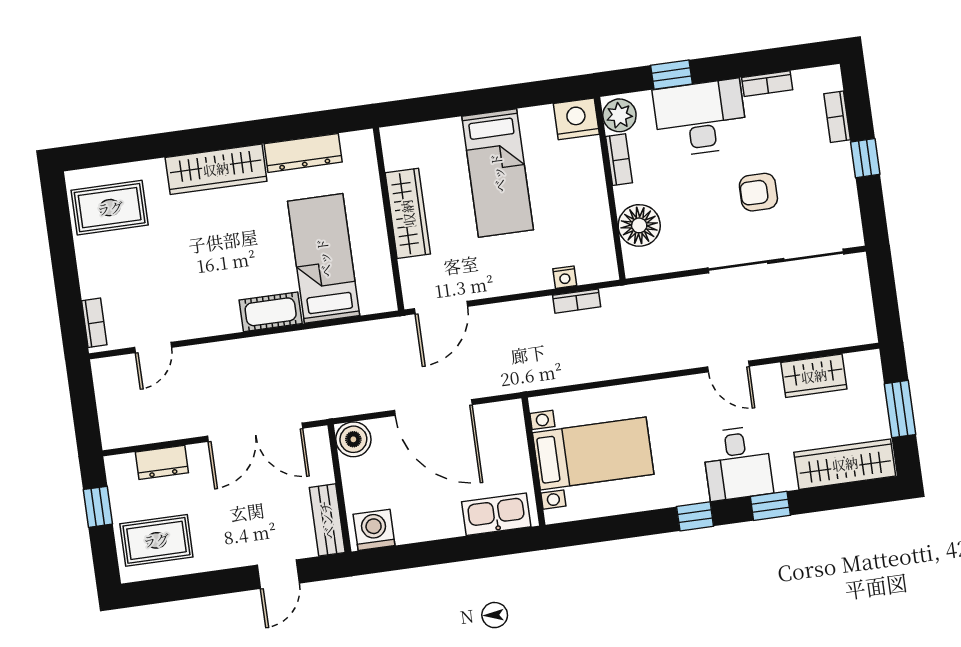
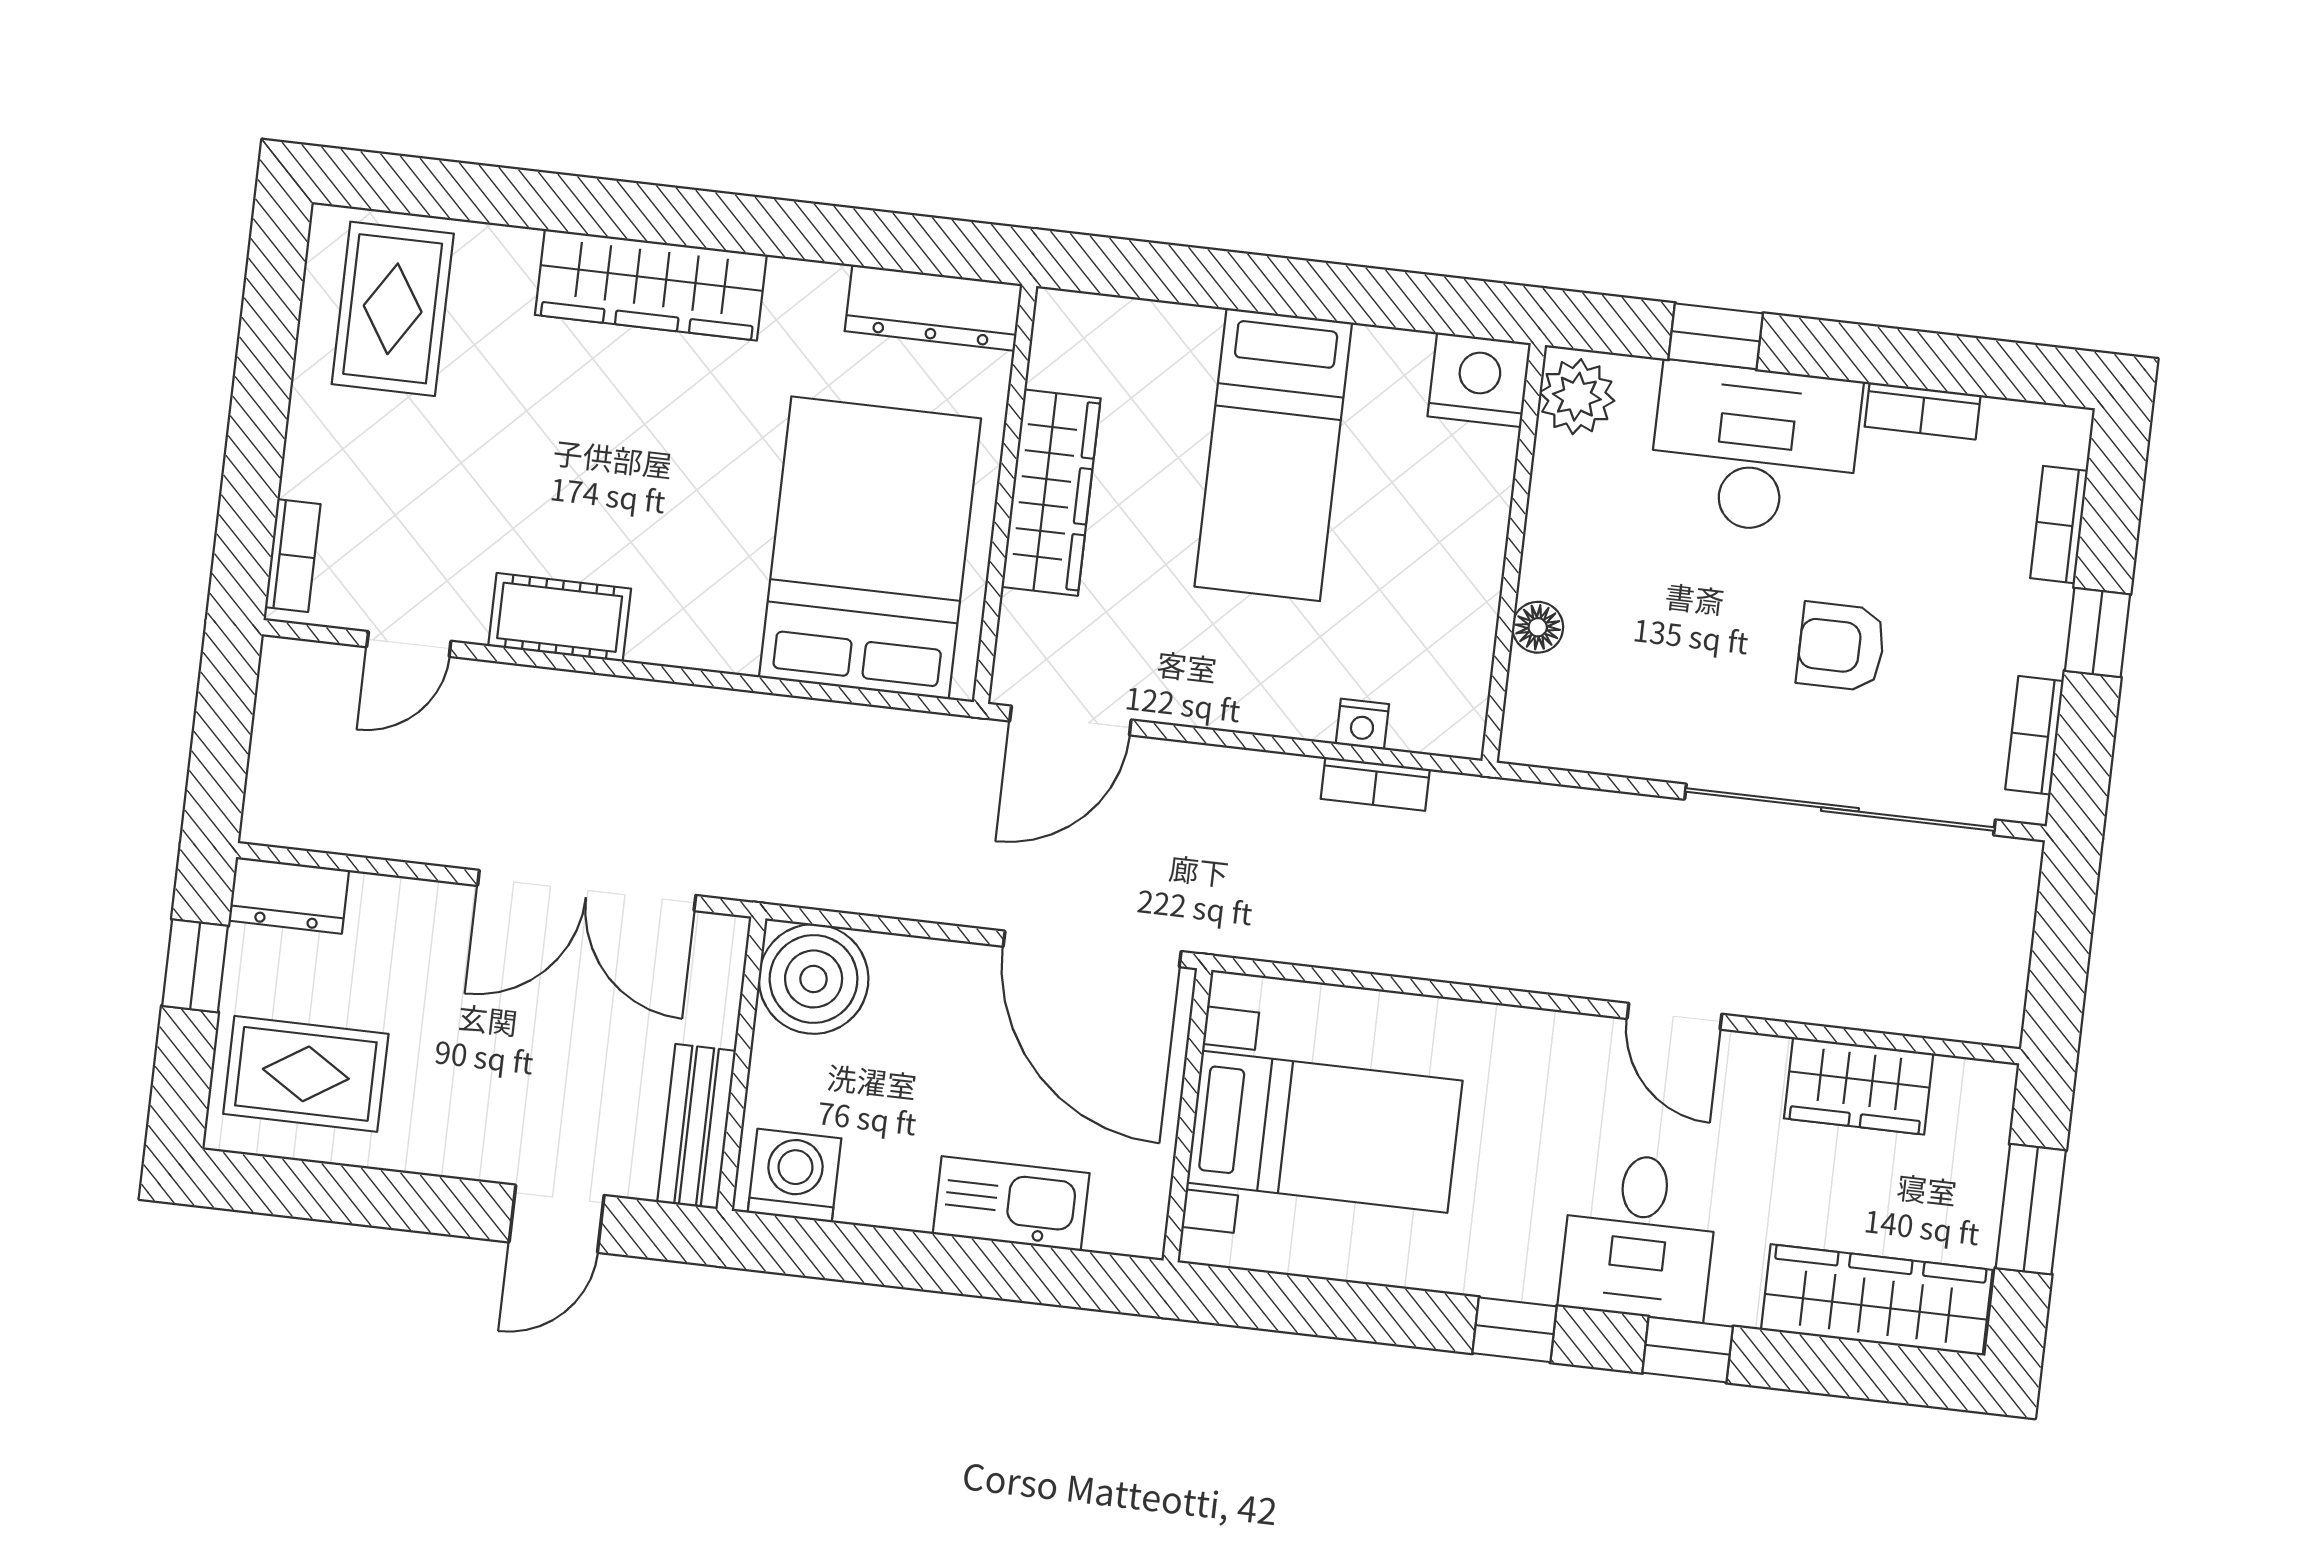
dresser: (303, 153) -> (933, 308), moved
bookcase: (619, 160) -> (2034, 735), moved, turned 180
rug: (110, 208) -> (393, 309), turned 90
floor lamp: (639, 225) -> (1538, 627), width x0.53, depth x0.53
bed: (324, 258) -> (870, 548), width x1.50
cot: (271, 312) -> (560, 617), moved
door: (433, 407) -> (1092, 949), moved
boiler: (353, 439) -> (814, 979), width x1.37, depth x1.37
dresser: (162, 462) -> (289, 895), moved
kitchen sink: (496, 514) -> (1011, 1204), moved

